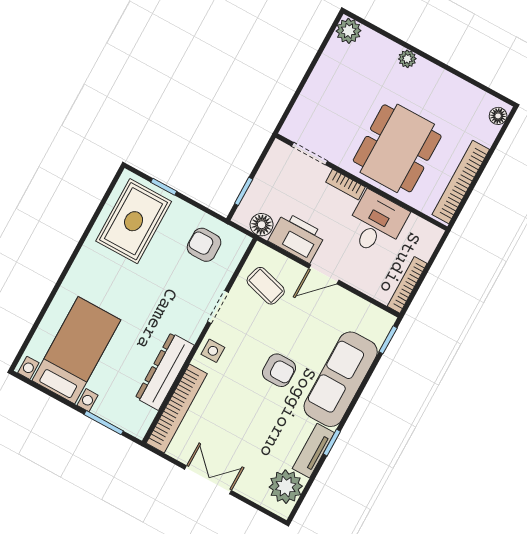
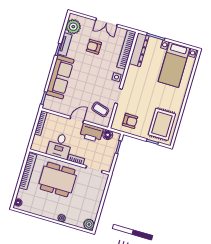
dining table: (397, 148) -> (58, 180), turned 90
armchair: (279, 370) -> (94, 47), moved
dresser: (165, 371) -> (139, 50), moved

